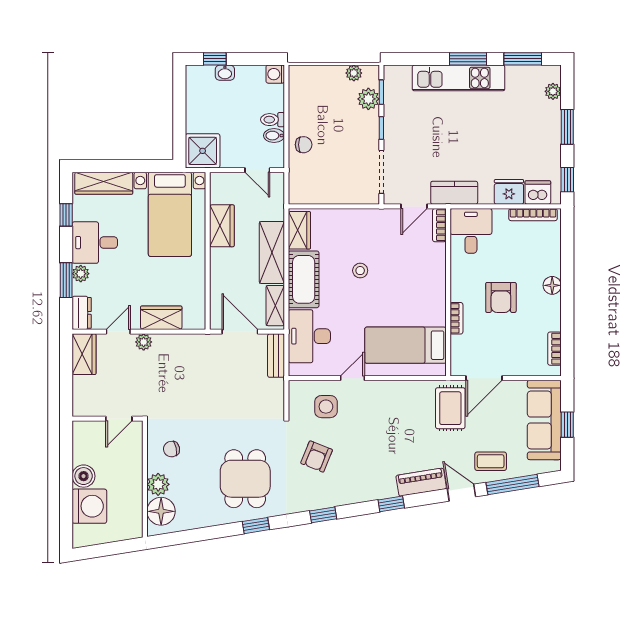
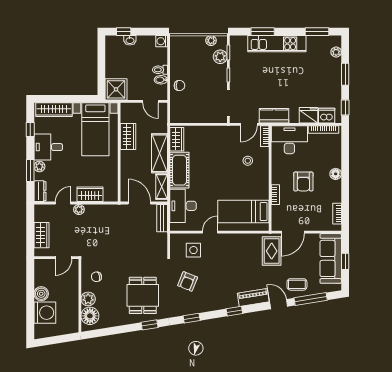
window: (468, 59) -> (263, 32), moved
desk: (471, 231) -> (289, 140), width x1.37
stool: (360, 271) -> (248, 161), moved
wardrobe: (84, 354) -> (42, 235), moved

